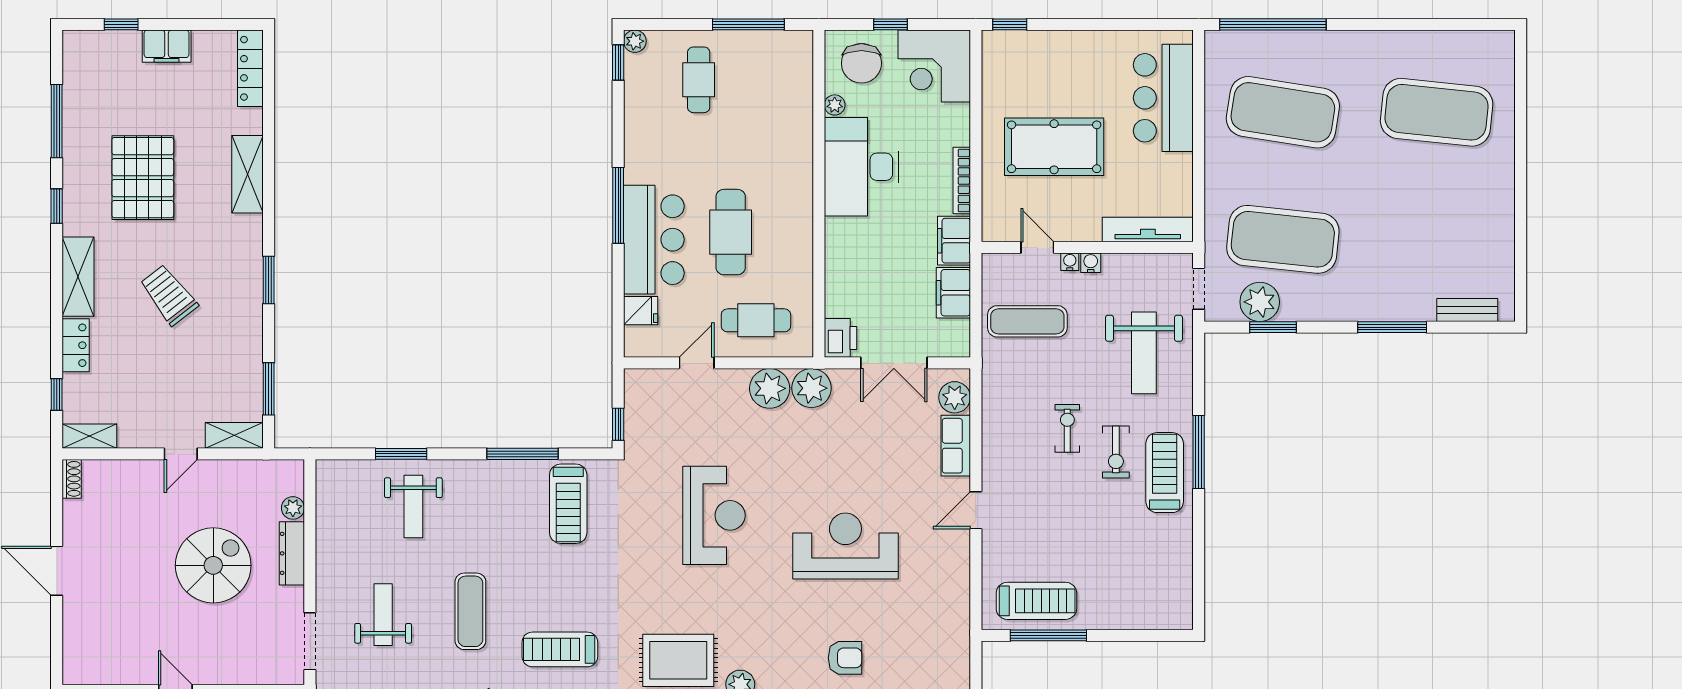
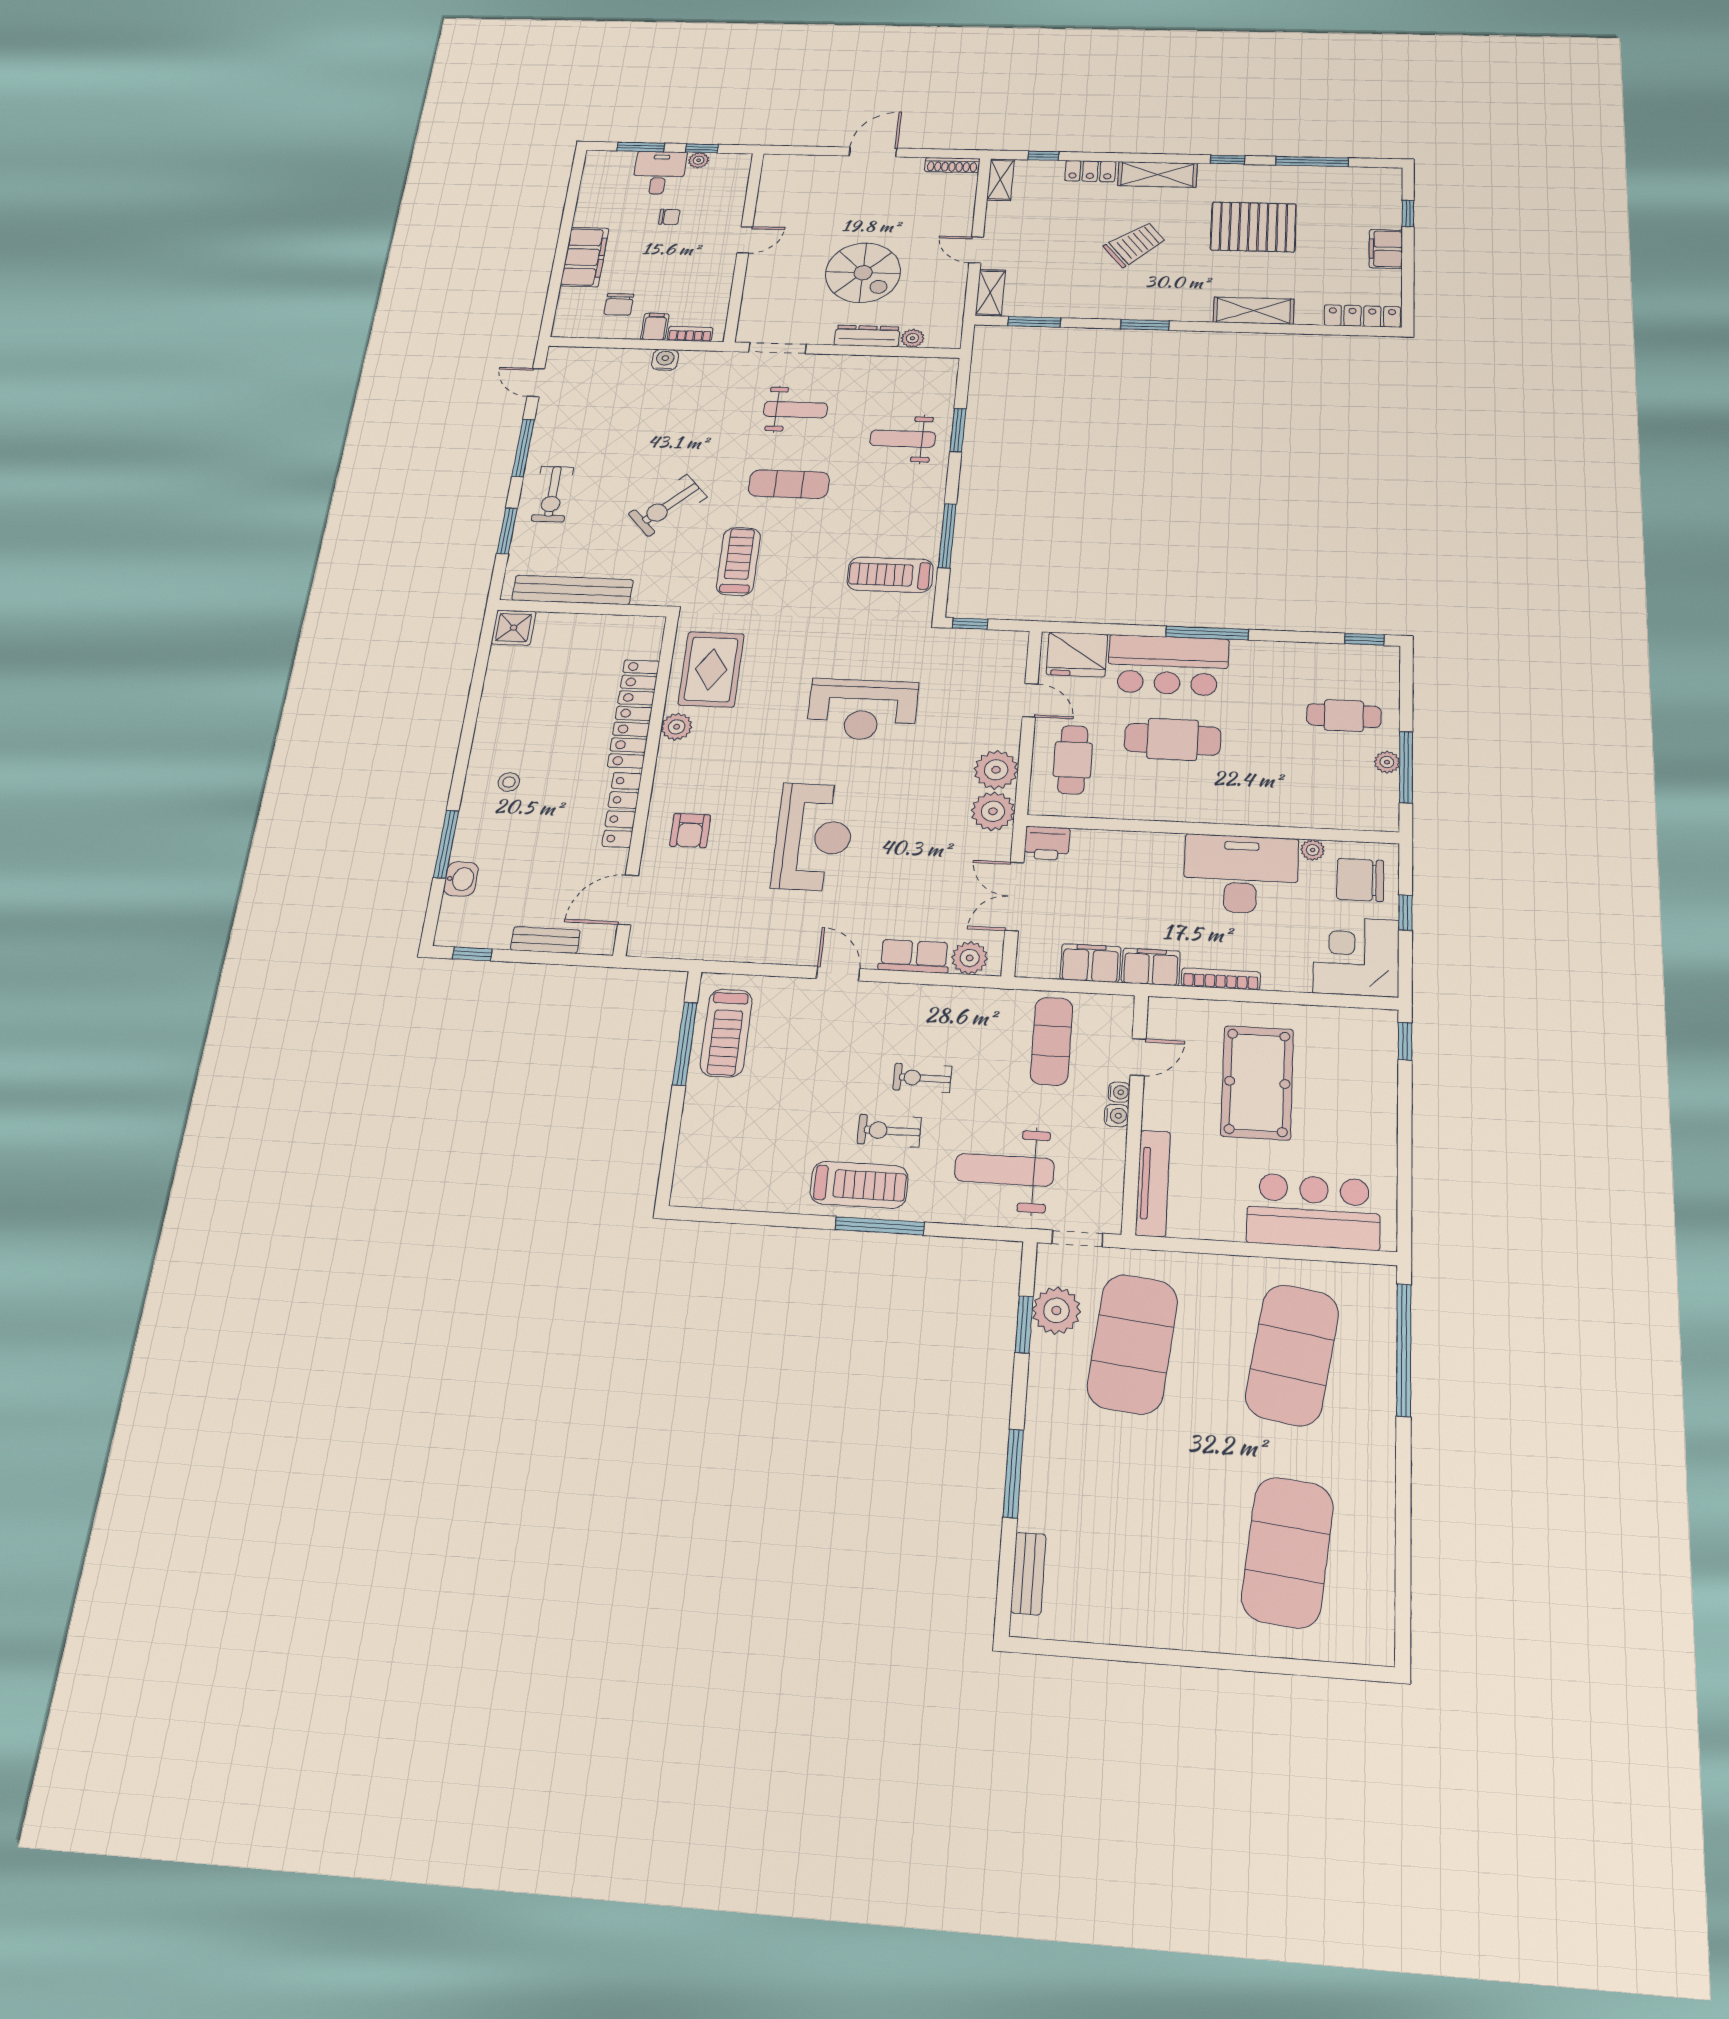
plant: (635, 41) -> (1387, 762), moved
fridge: (641, 311) -> (1077, 654), width x1.88, depth x1.34
exercise bike: (1067, 428) -> (922, 1078), turned 180
shoe rack: (72, 479) -> (952, 165), width x1.43

